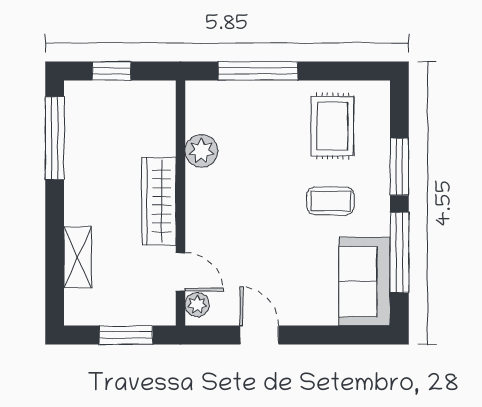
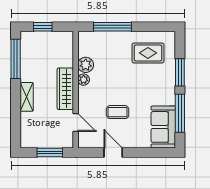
rug: (332, 126) -> (148, 53), turned 90
coffee table: (330, 201) -> (118, 112), moved
shelving: (78, 257) -> (27, 97), moved
plant: (197, 305) -> (84, 80), moved

